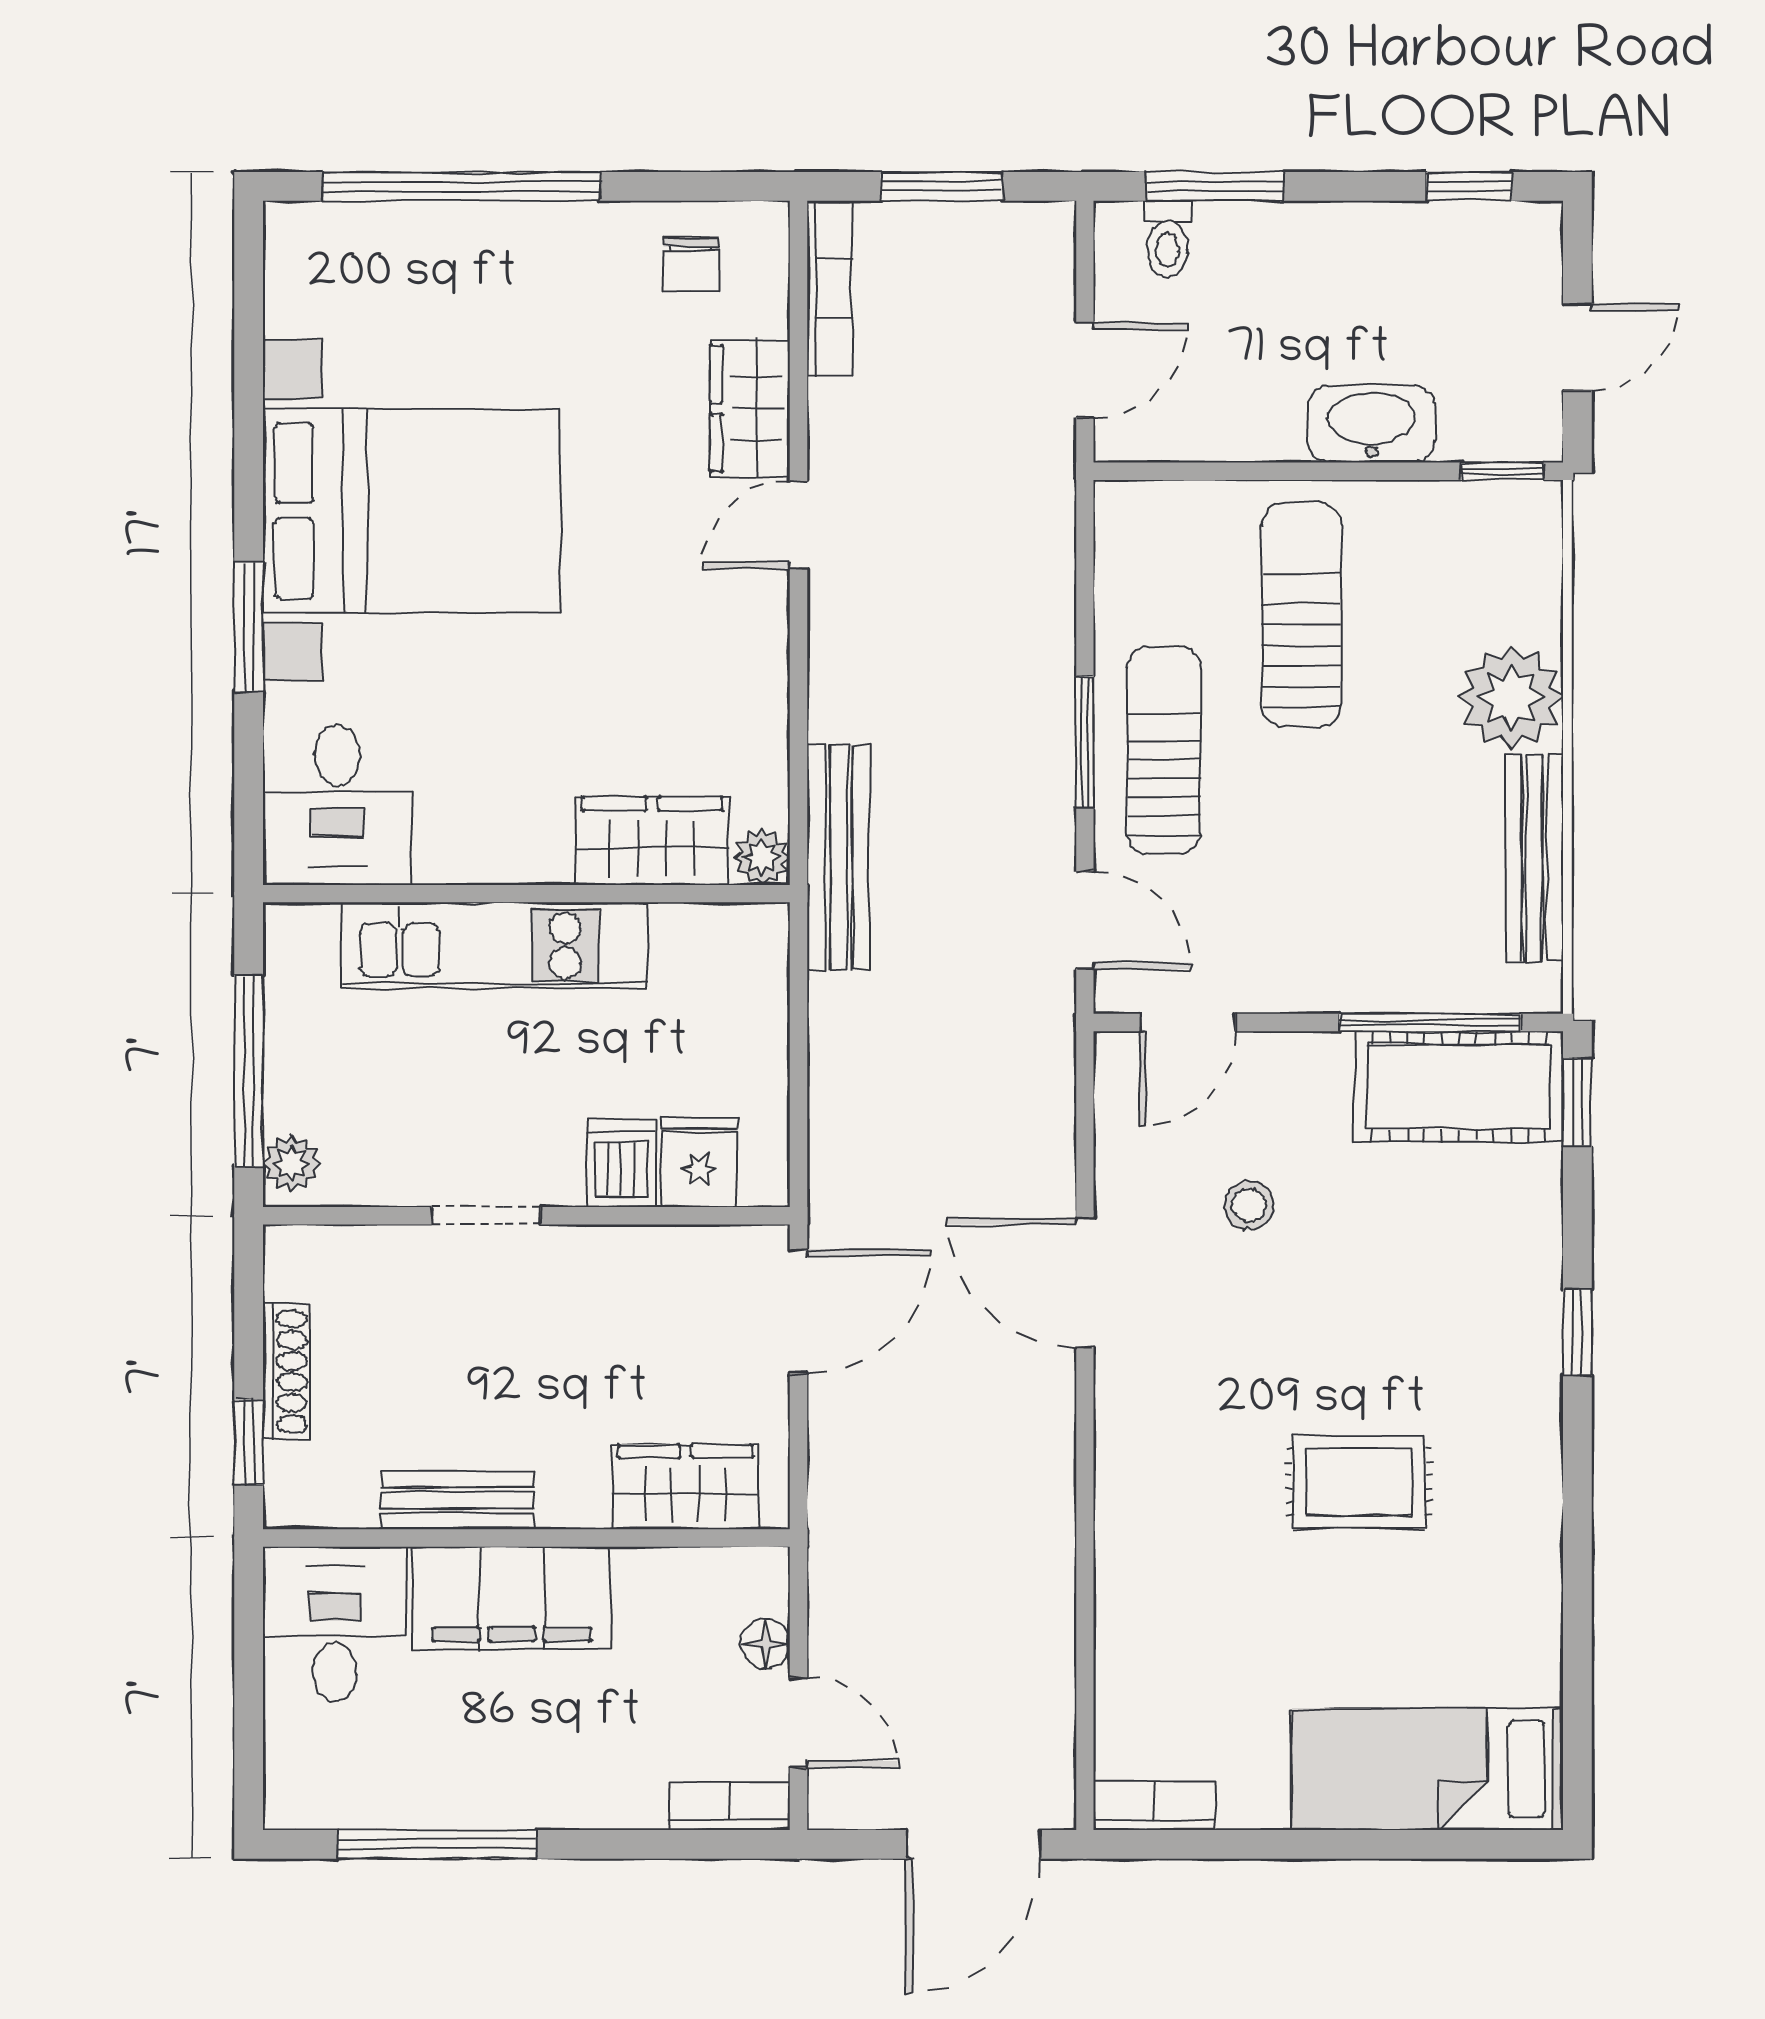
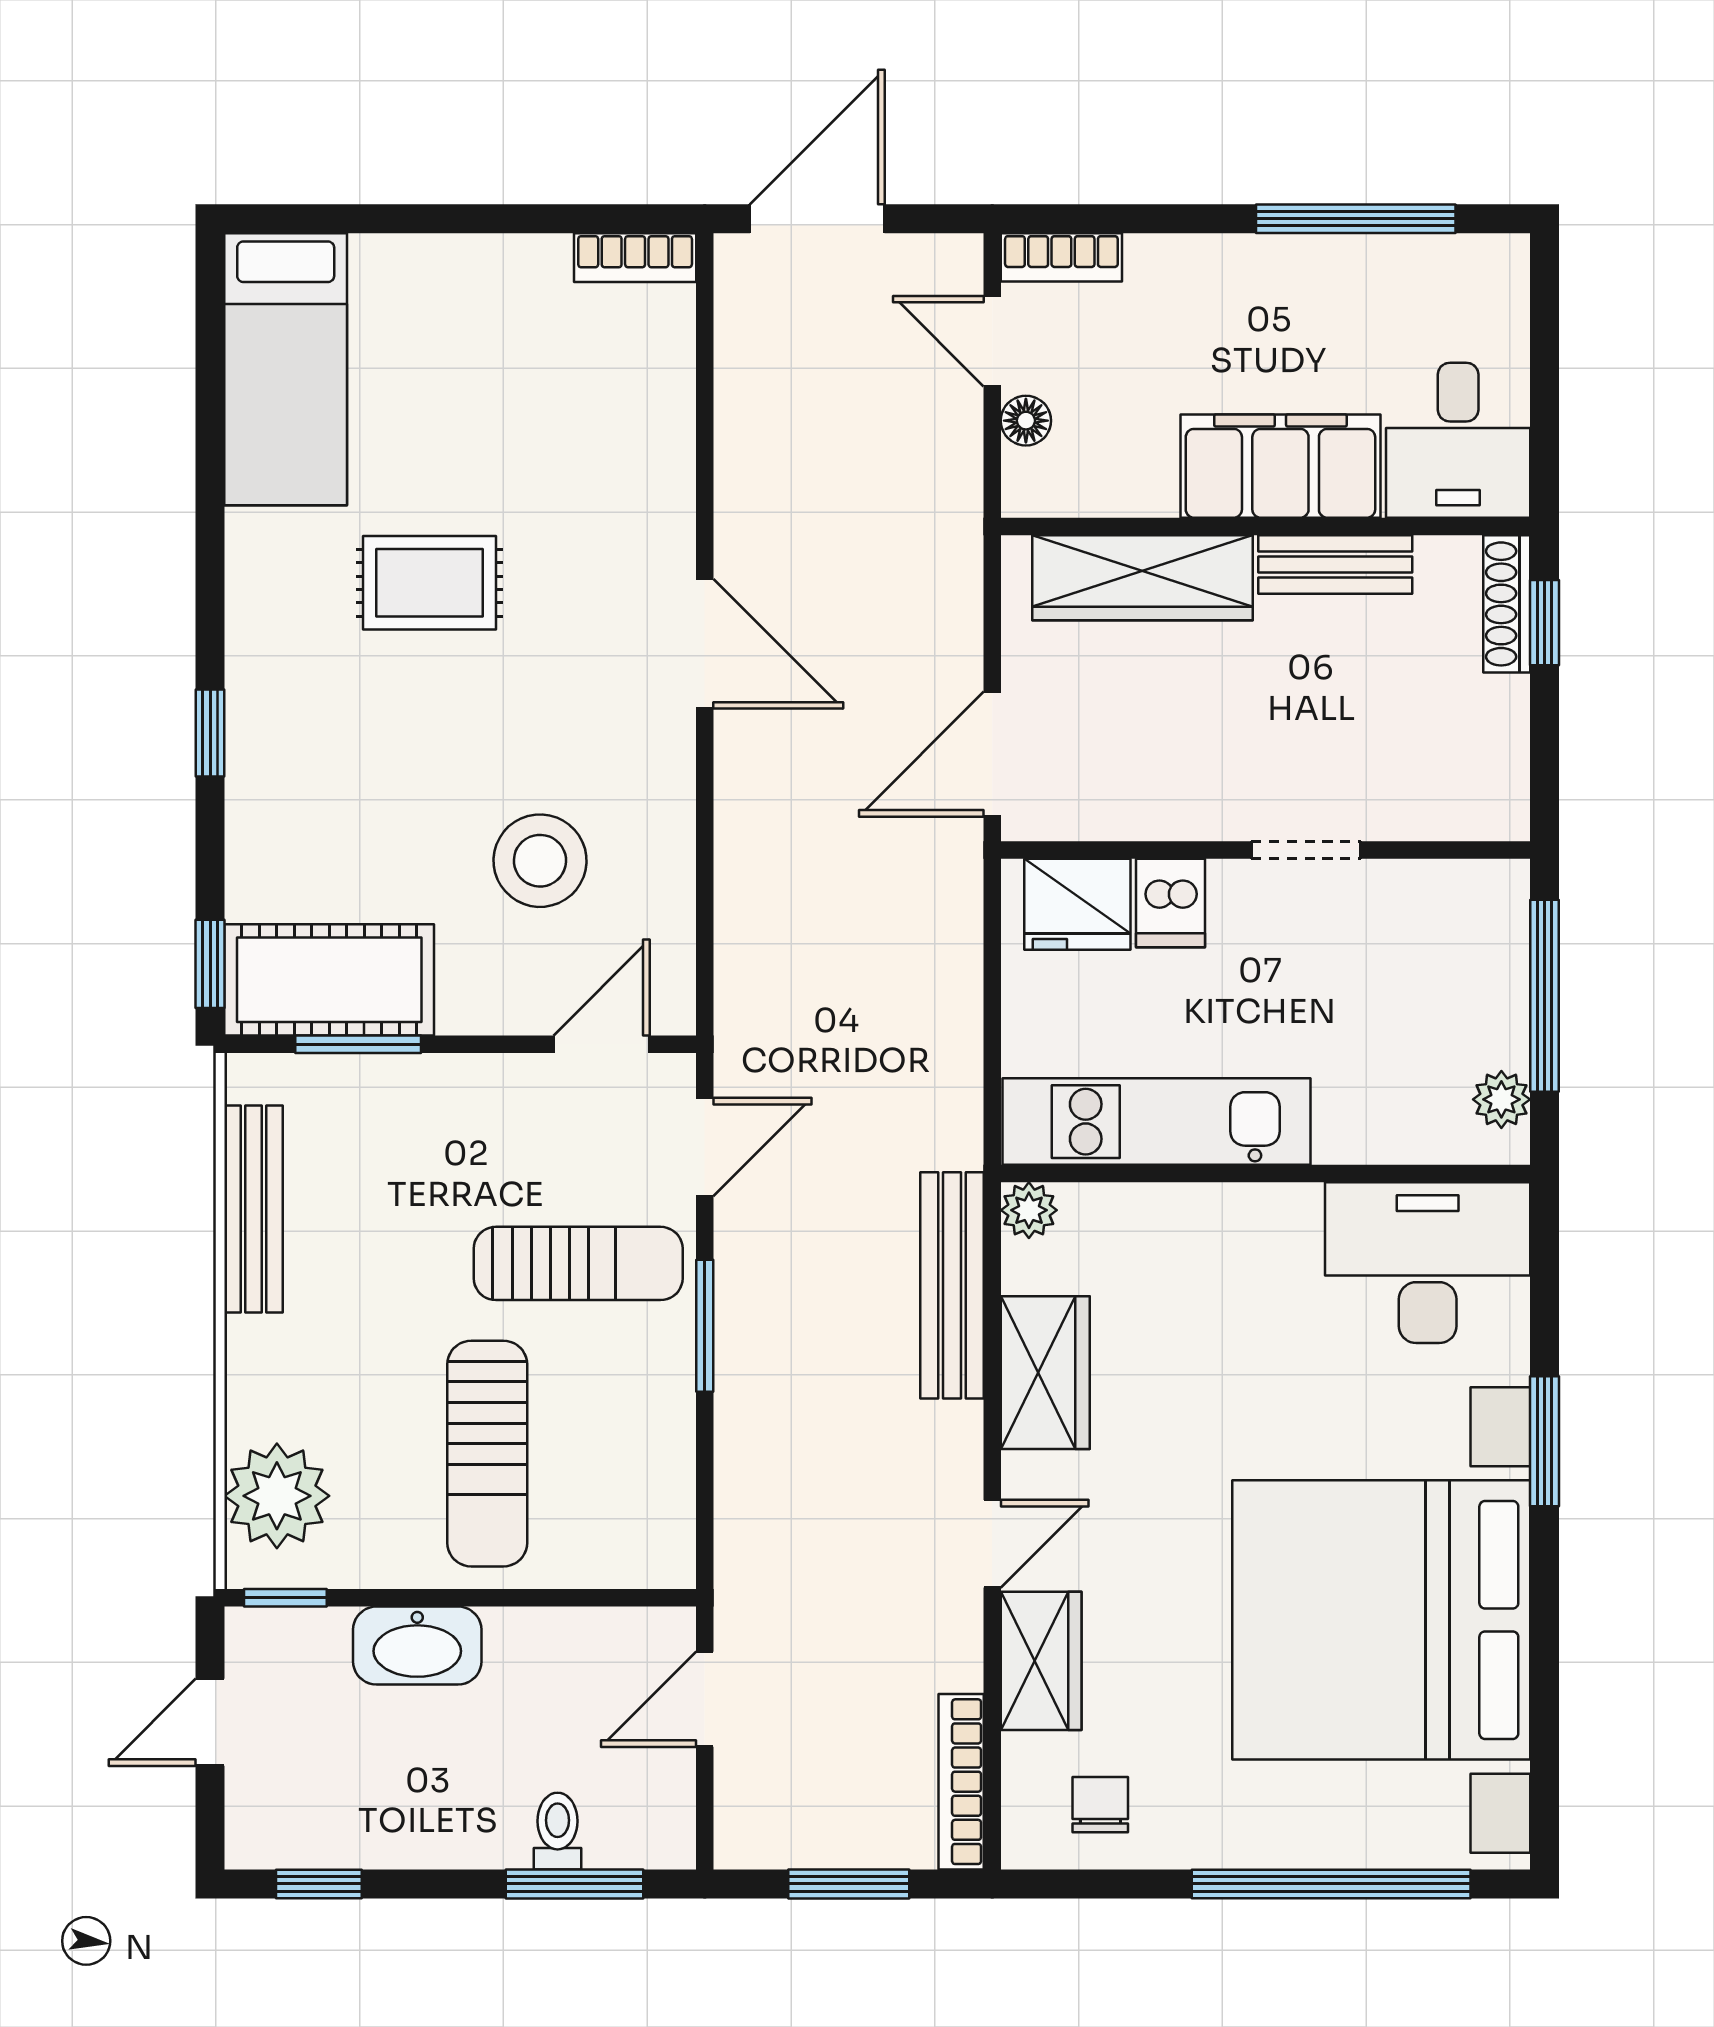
toilet: (1167, 239) -> (558, 1831), moved
bed with nightstands: (411, 511) -> (1381, 1620), width x1.36
plant: (1511, 697) -> (277, 1496), moved
sun lounger: (1164, 750) -> (578, 1263), moved, turned -90
desk: (337, 805) -> (1428, 1263), width x1.37
wardrobe: (652, 841) -> (1045, 1373), moved, turned -90
bench: (839, 858) -> (952, 1285), moved
door: (1085, 920) -> (705, 1147), swing flipped
kitchen unit: (495, 945) -> (1156, 1122), moved
window: (1430, 1023) -> (358, 1044), width x0.69
fridge: (699, 1162) -> (1077, 904), width x1.38
plant: (292, 1163) -> (1501, 1099), moved
stool: (1249, 1205) -> (540, 861), width x1.89, depth x1.89
door: (1085, 1283) -> (705, 644), moved
shoe rack: (286, 1371) -> (1507, 604), moved
wardrobe: (685, 1487) -> (1143, 578), width x1.50
bed: (1428, 1769) -> (286, 369), moved, turned 90

